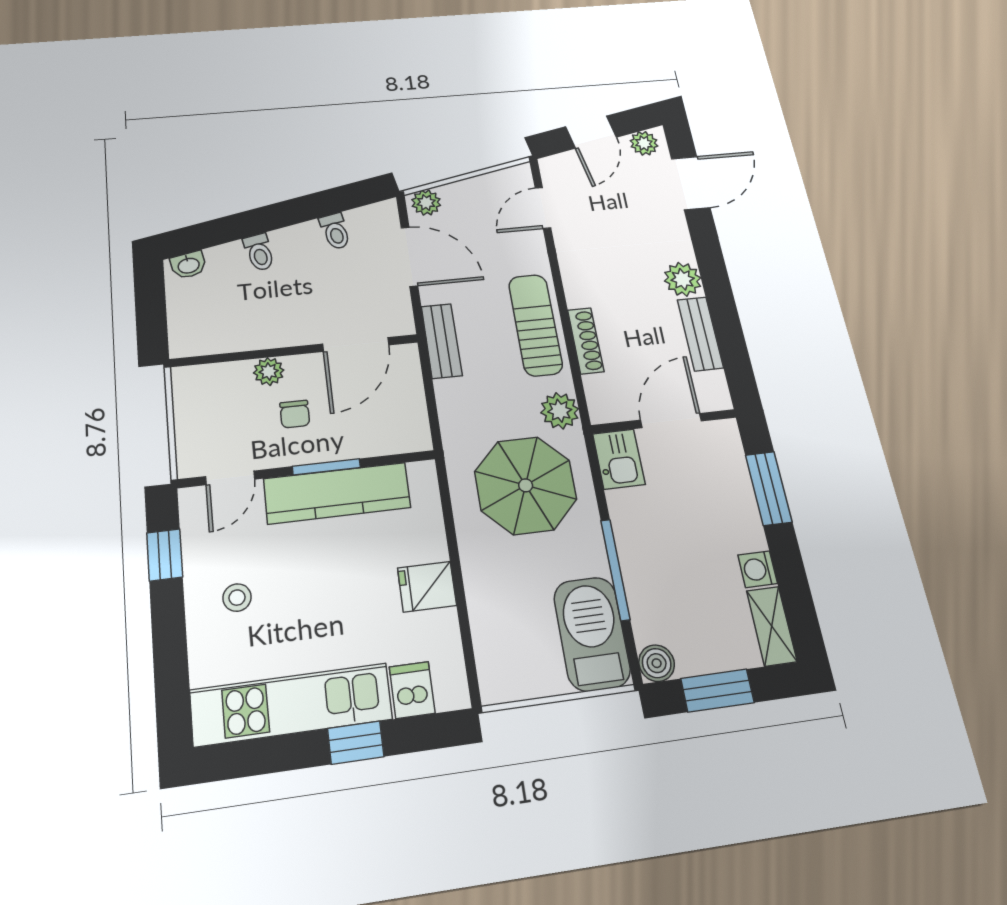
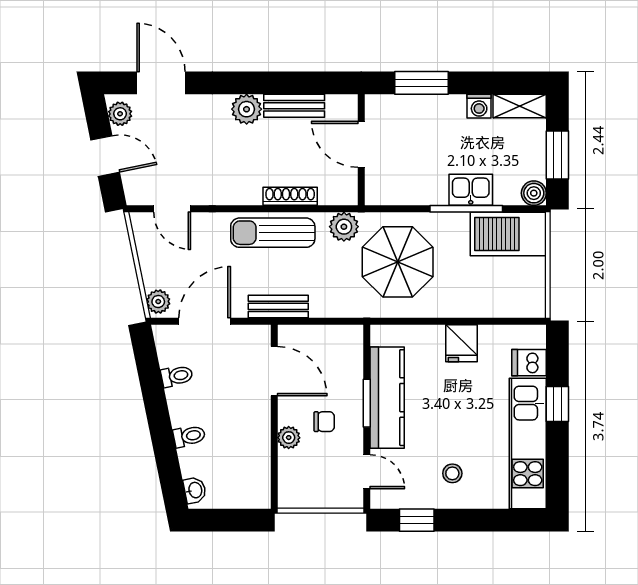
kitchen sink: (619, 459) -> (471, 190), moved

